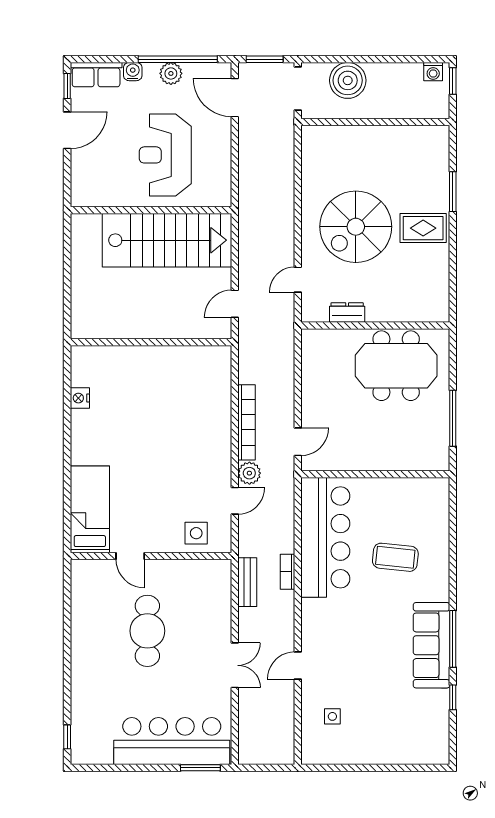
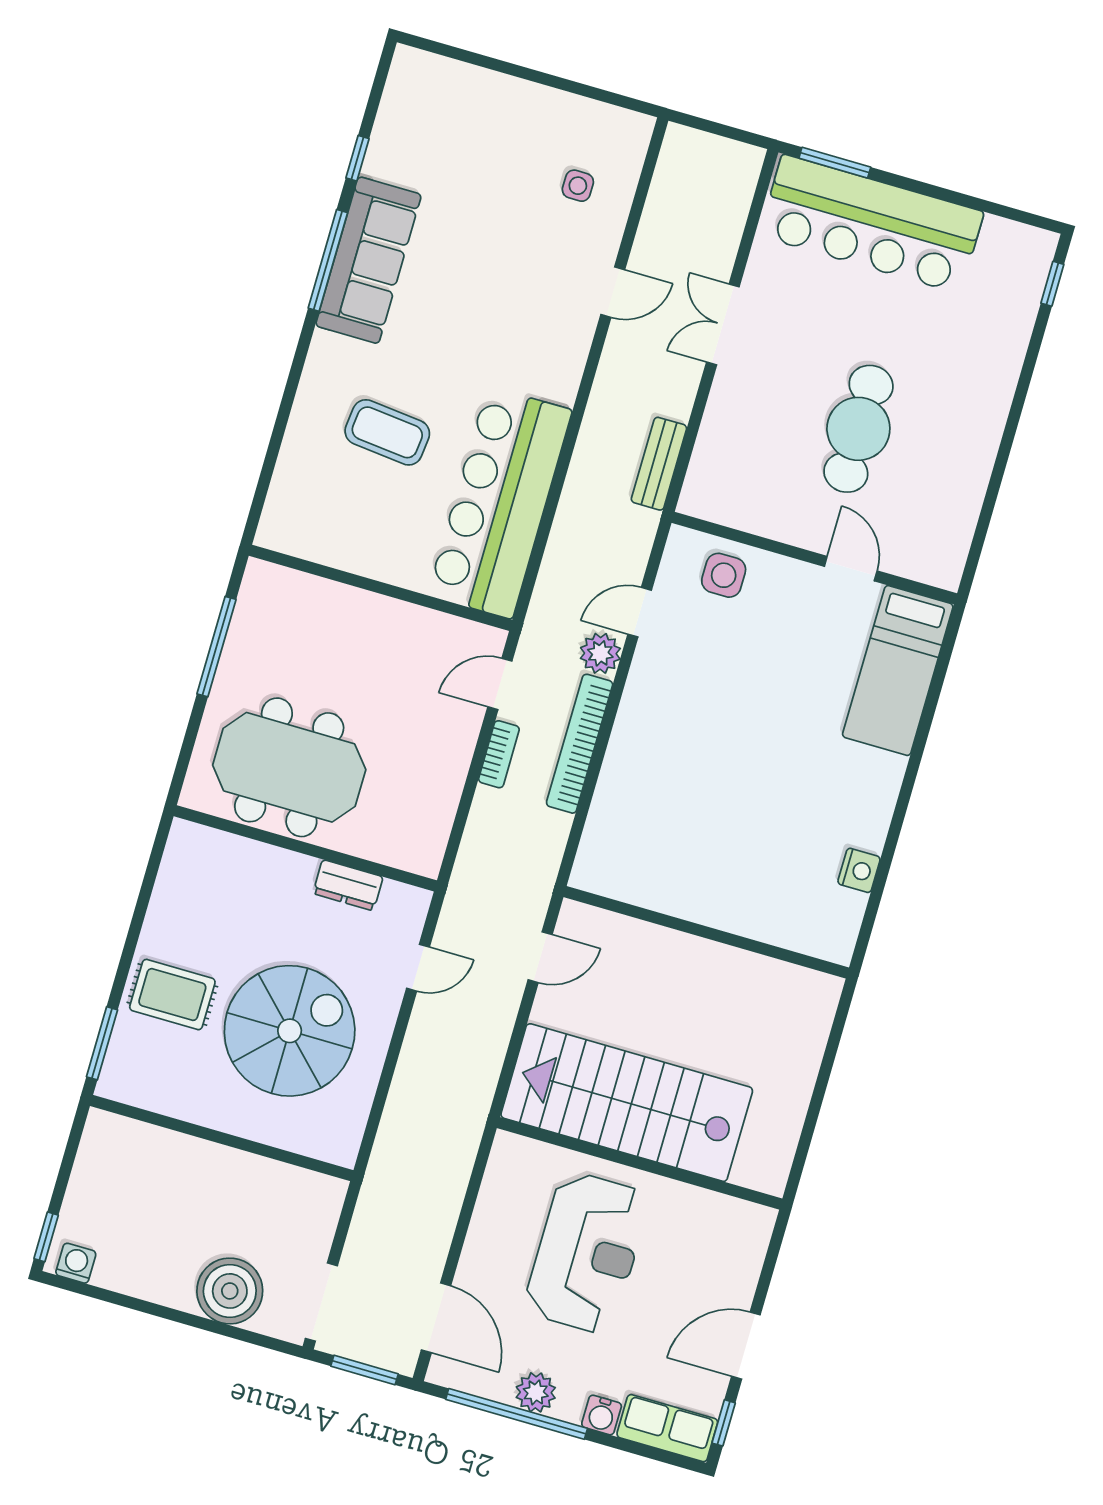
wall: (375, 122) -> (222, 1138), moved
bookcase: (287, 572) -> (499, 754), moved

